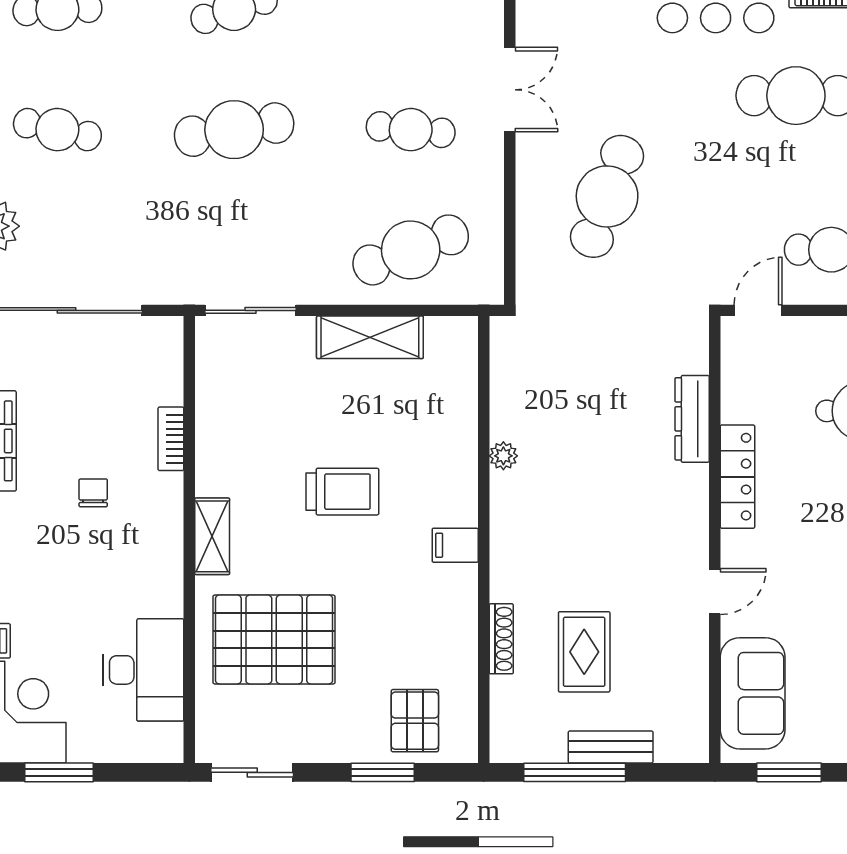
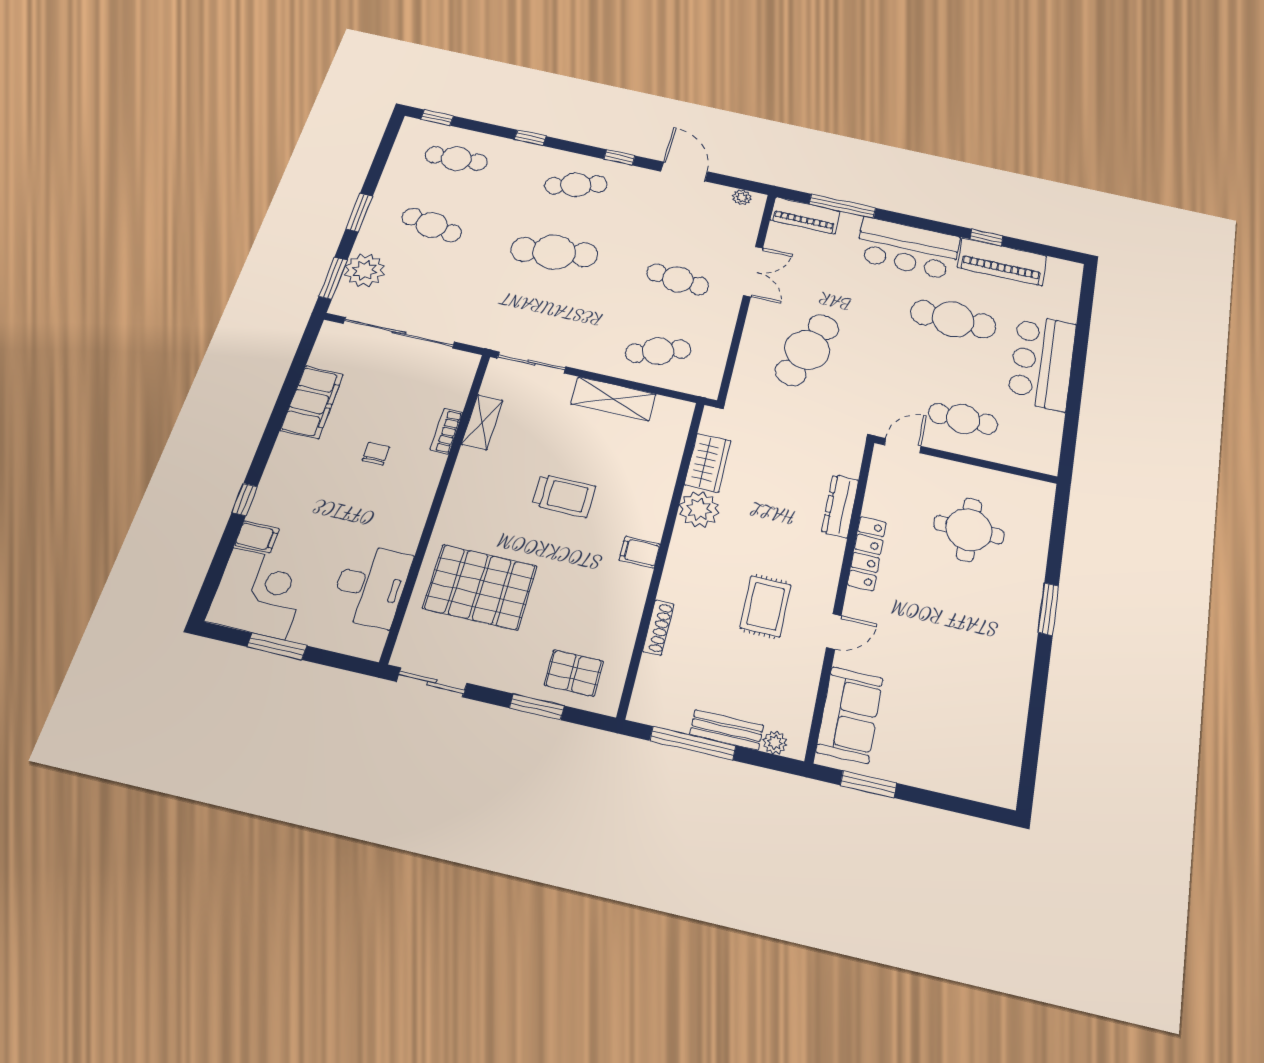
cafe table: (411, 250) -> (658, 351), width x0.73, depth x0.74
wardrobe: (512, 399) -> (708, 463), added
plant: (503, 456) -> (699, 509), width x1.87, depth x1.87
shelving: (212, 536) -> (482, 422), moved
rug: (584, 652) -> (766, 606), moved
pallet: (415, 721) -> (574, 673), turned 90
plant: (671, 748) -> (775, 742), added

